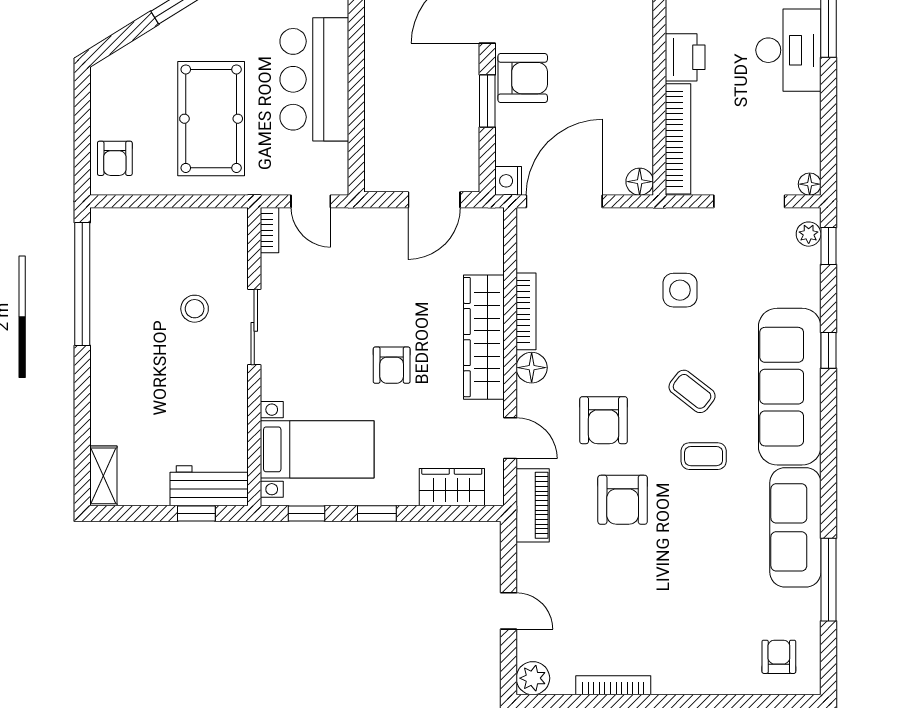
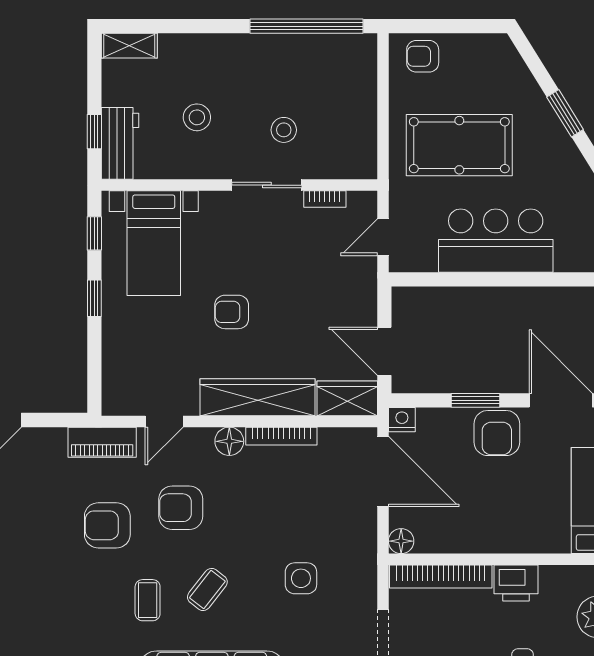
bookcase: (269, 230) -> (325, 199), moved
stool: (181, 403) -> (197, 117), added
wardrobe: (452, 487) -> (347, 398), moved, turned -90

